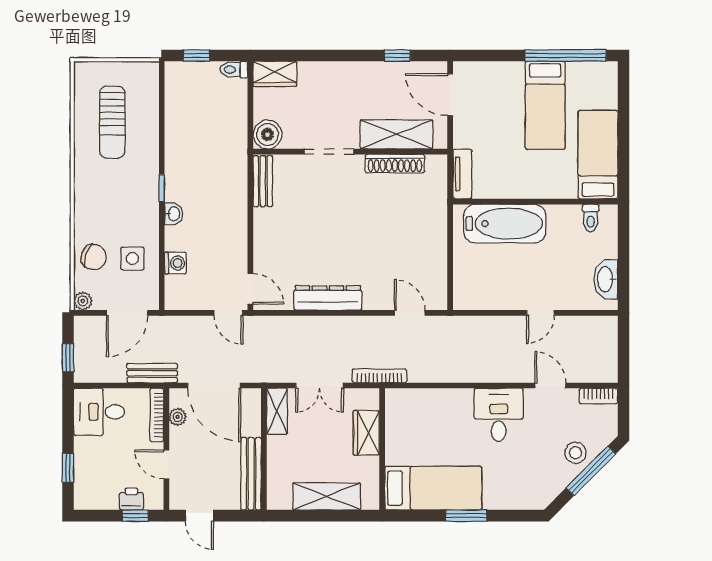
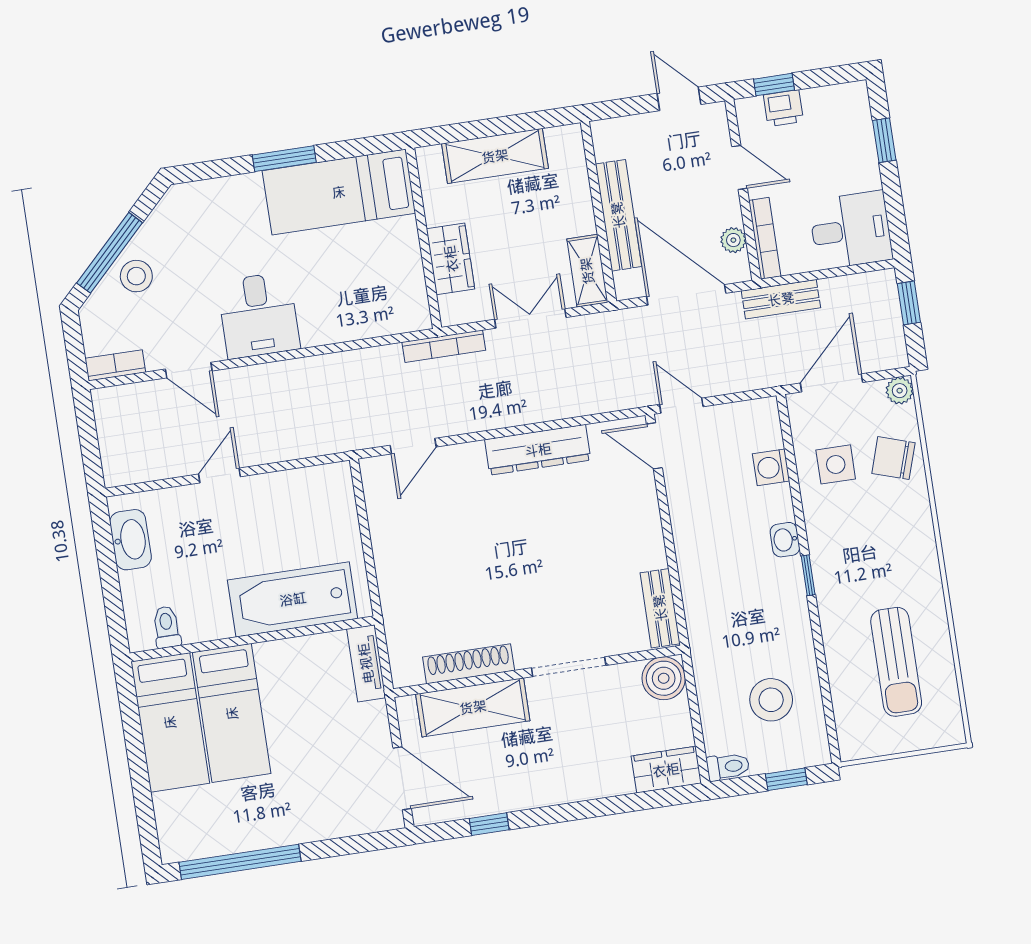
bed: (545, 105) -> (232, 713), moved, turned 180
stool: (199, 110) -> (771, 700), added
sun lounger: (112, 122) -> (896, 662), turned 180
door: (410, 313) -> (413, 446), hinge flipped
bench: (251, 474) -> (618, 215), moved

